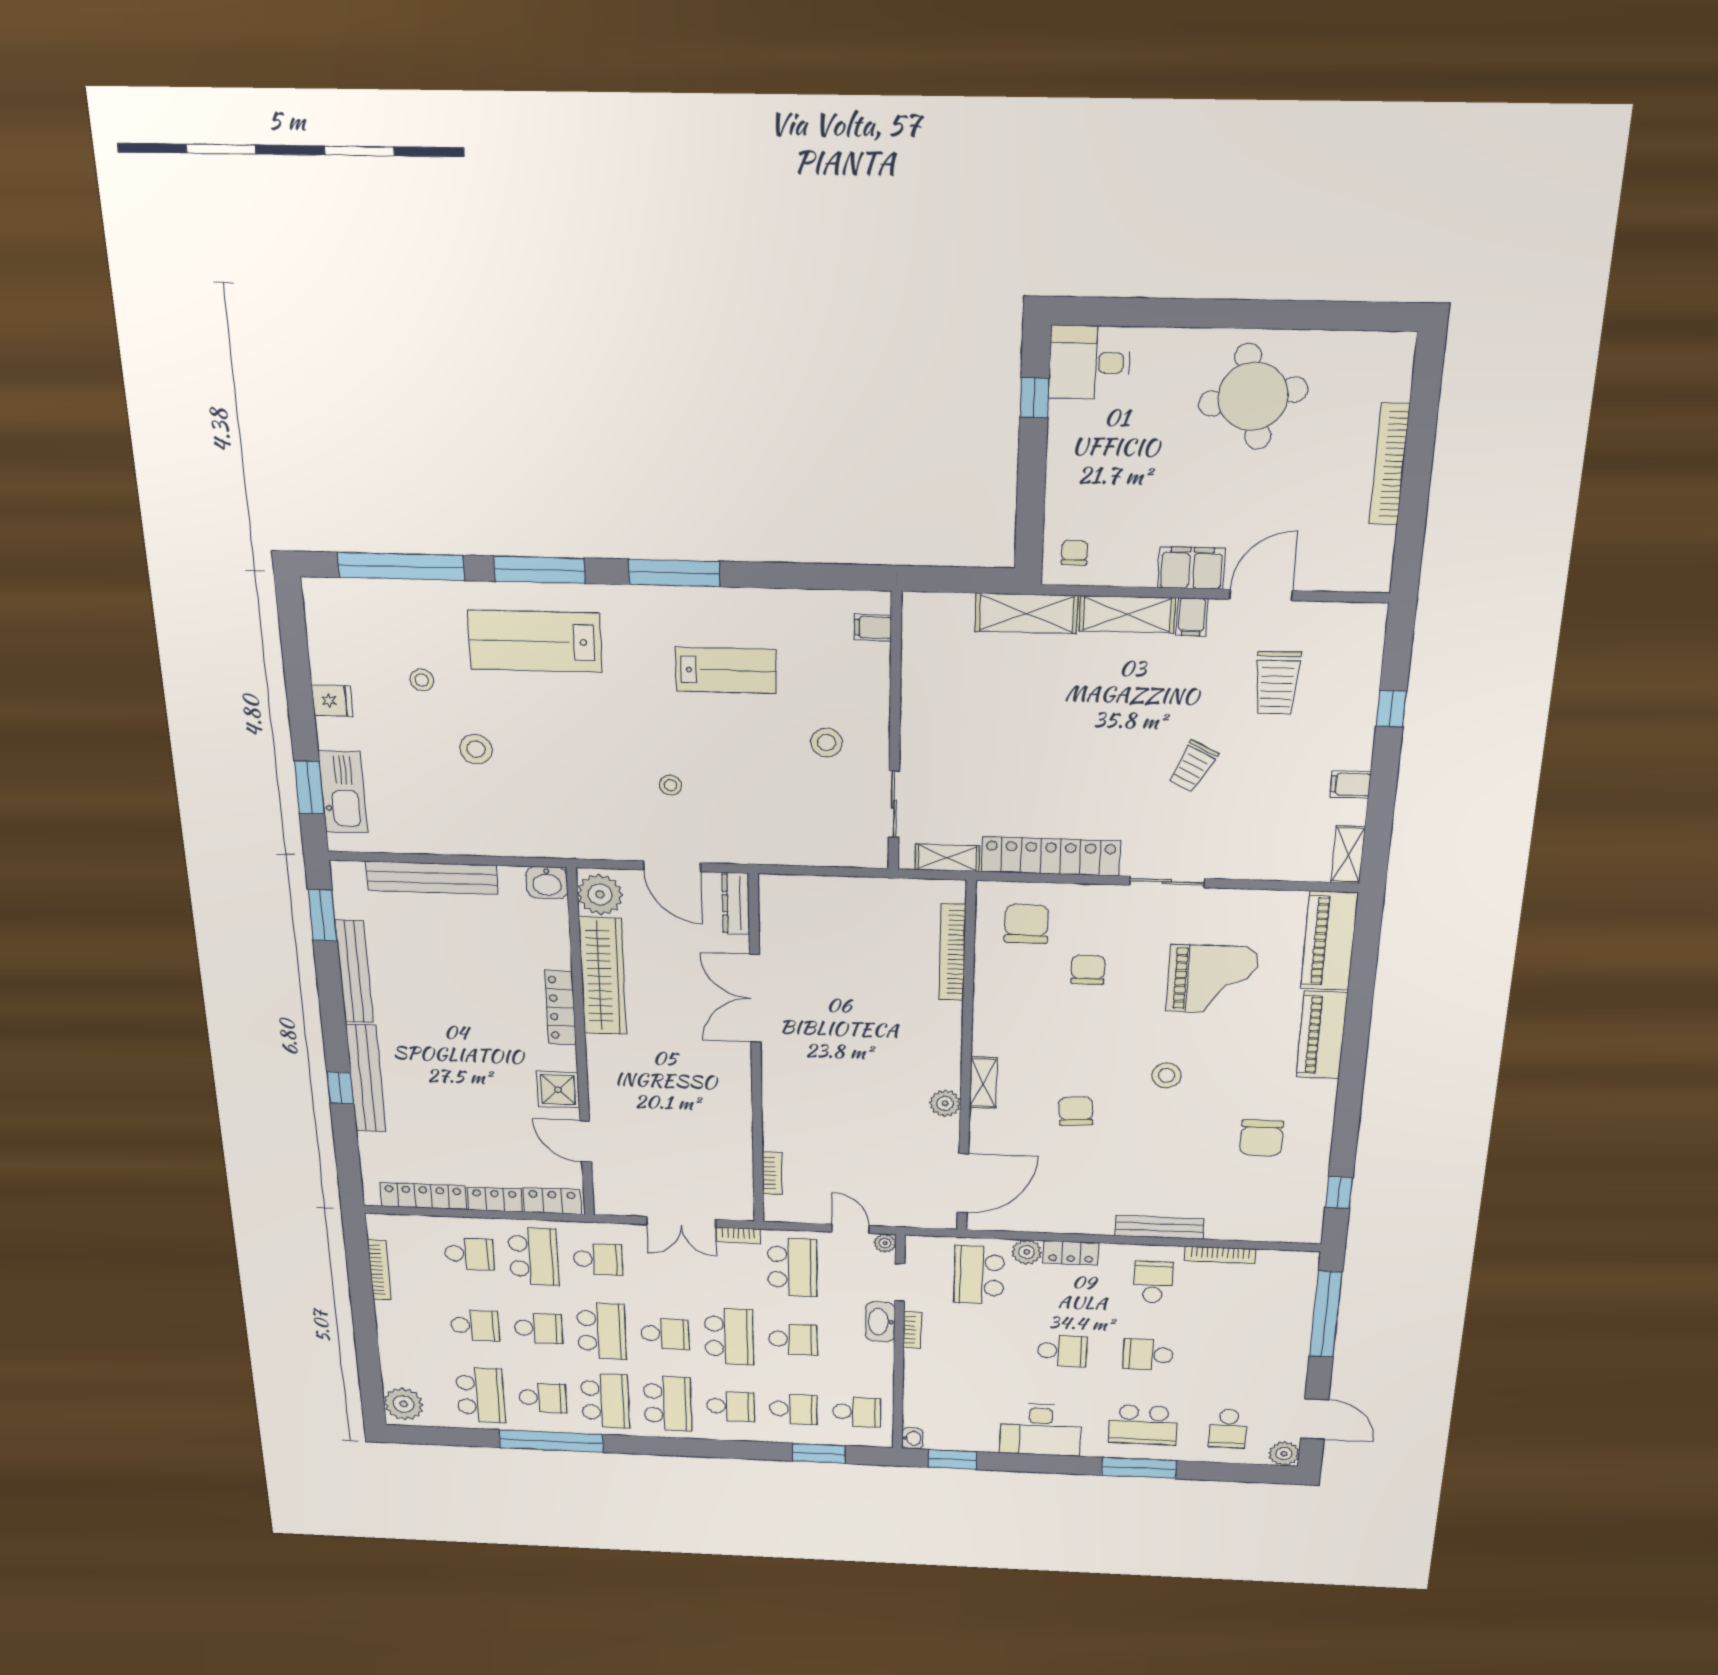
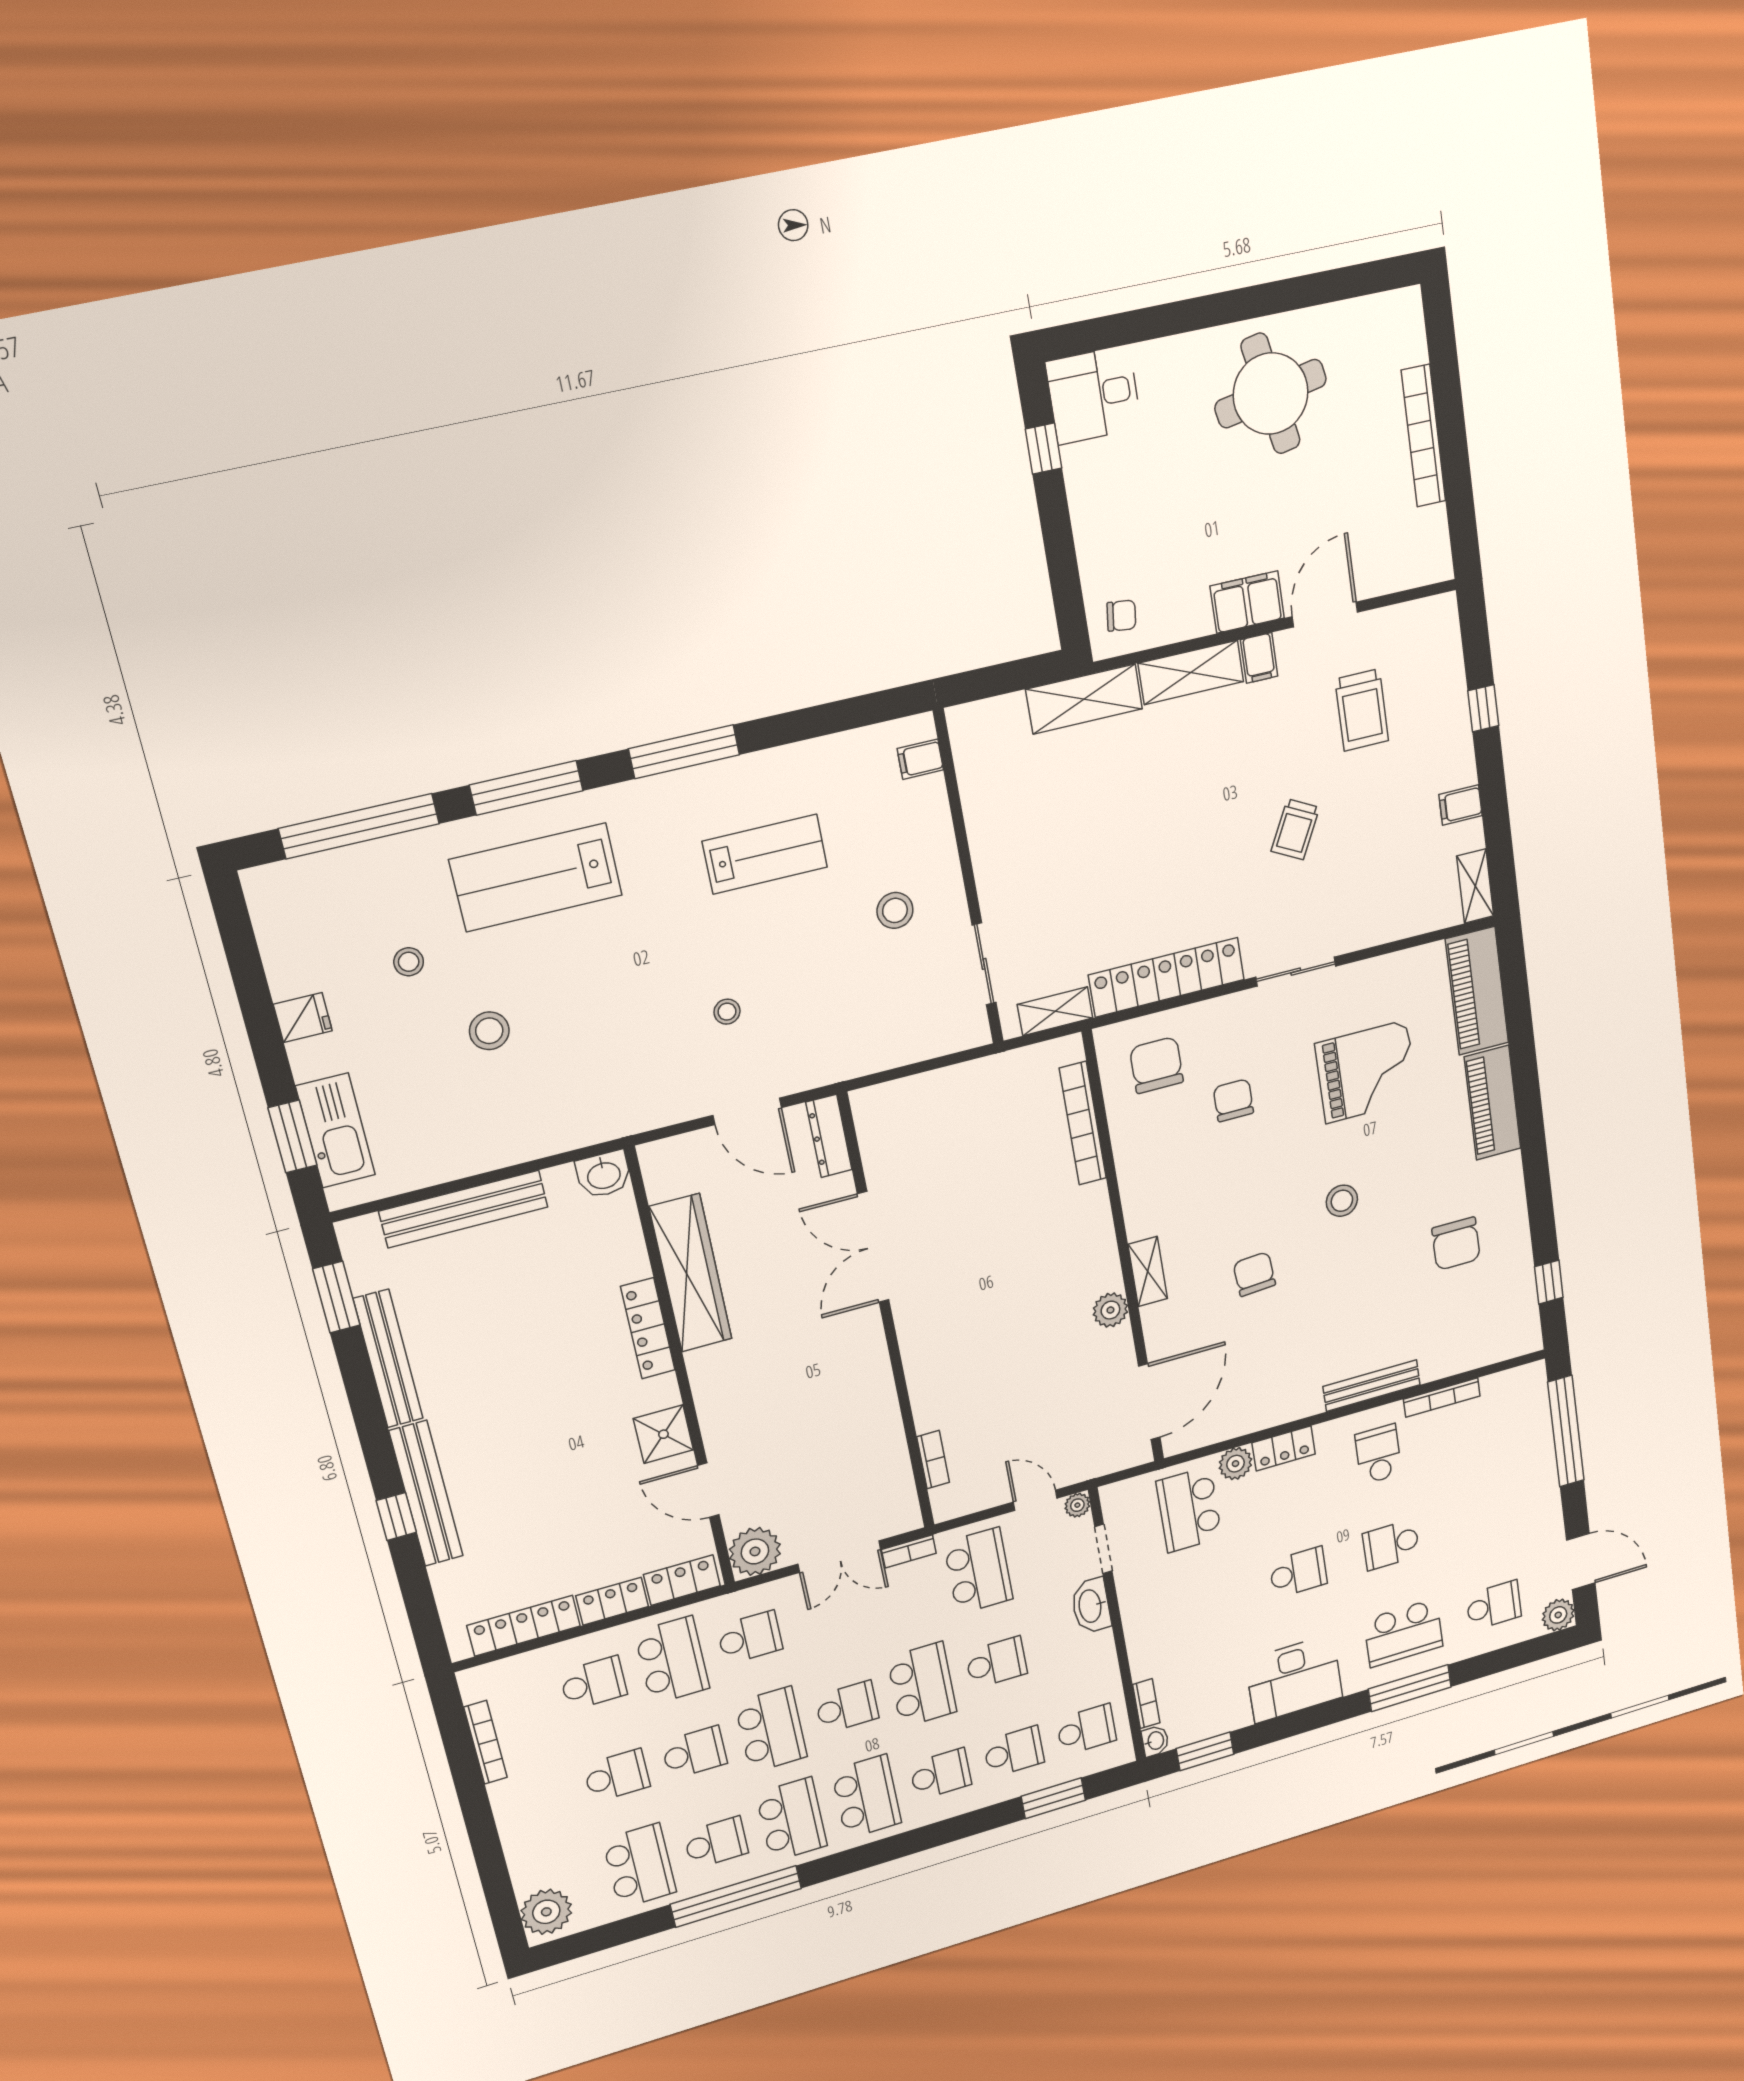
chair: (1075, 553) -> (1121, 616), turned 97
plant: (600, 894) -> (755, 1551), moved
bookcase: (912, 1330) -> (1146, 1704), moved
school desk: (1228, 1429) -> (1494, 1605), turned -90

